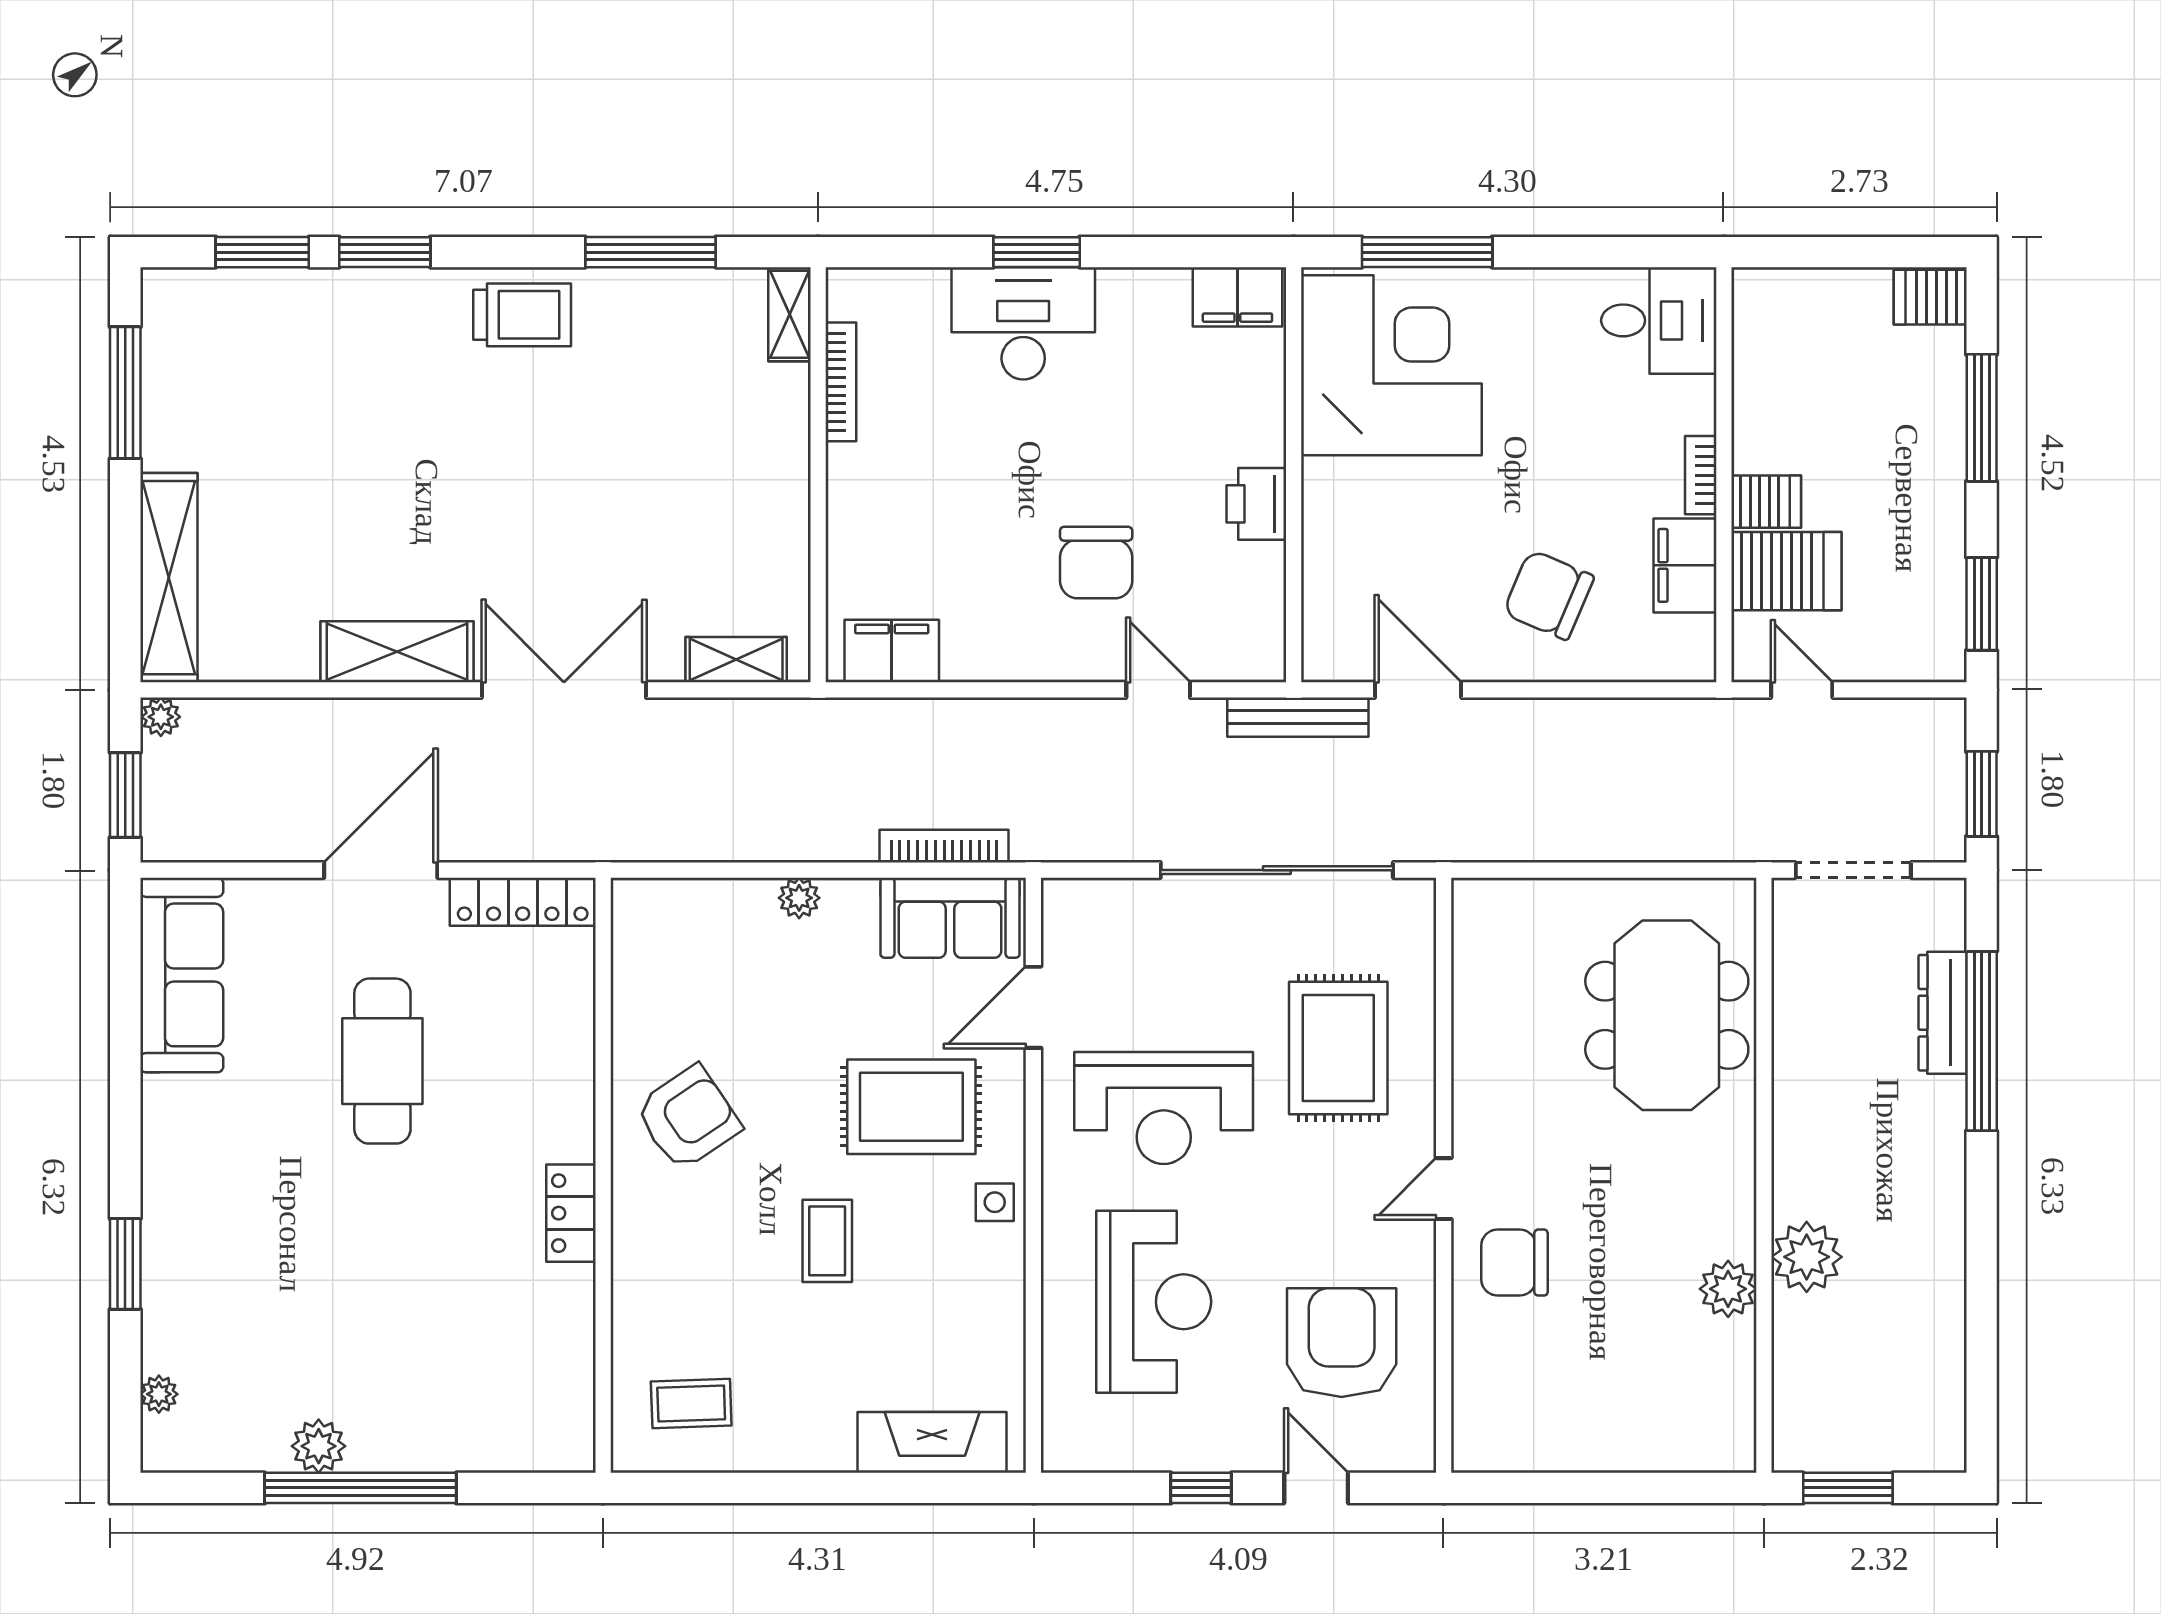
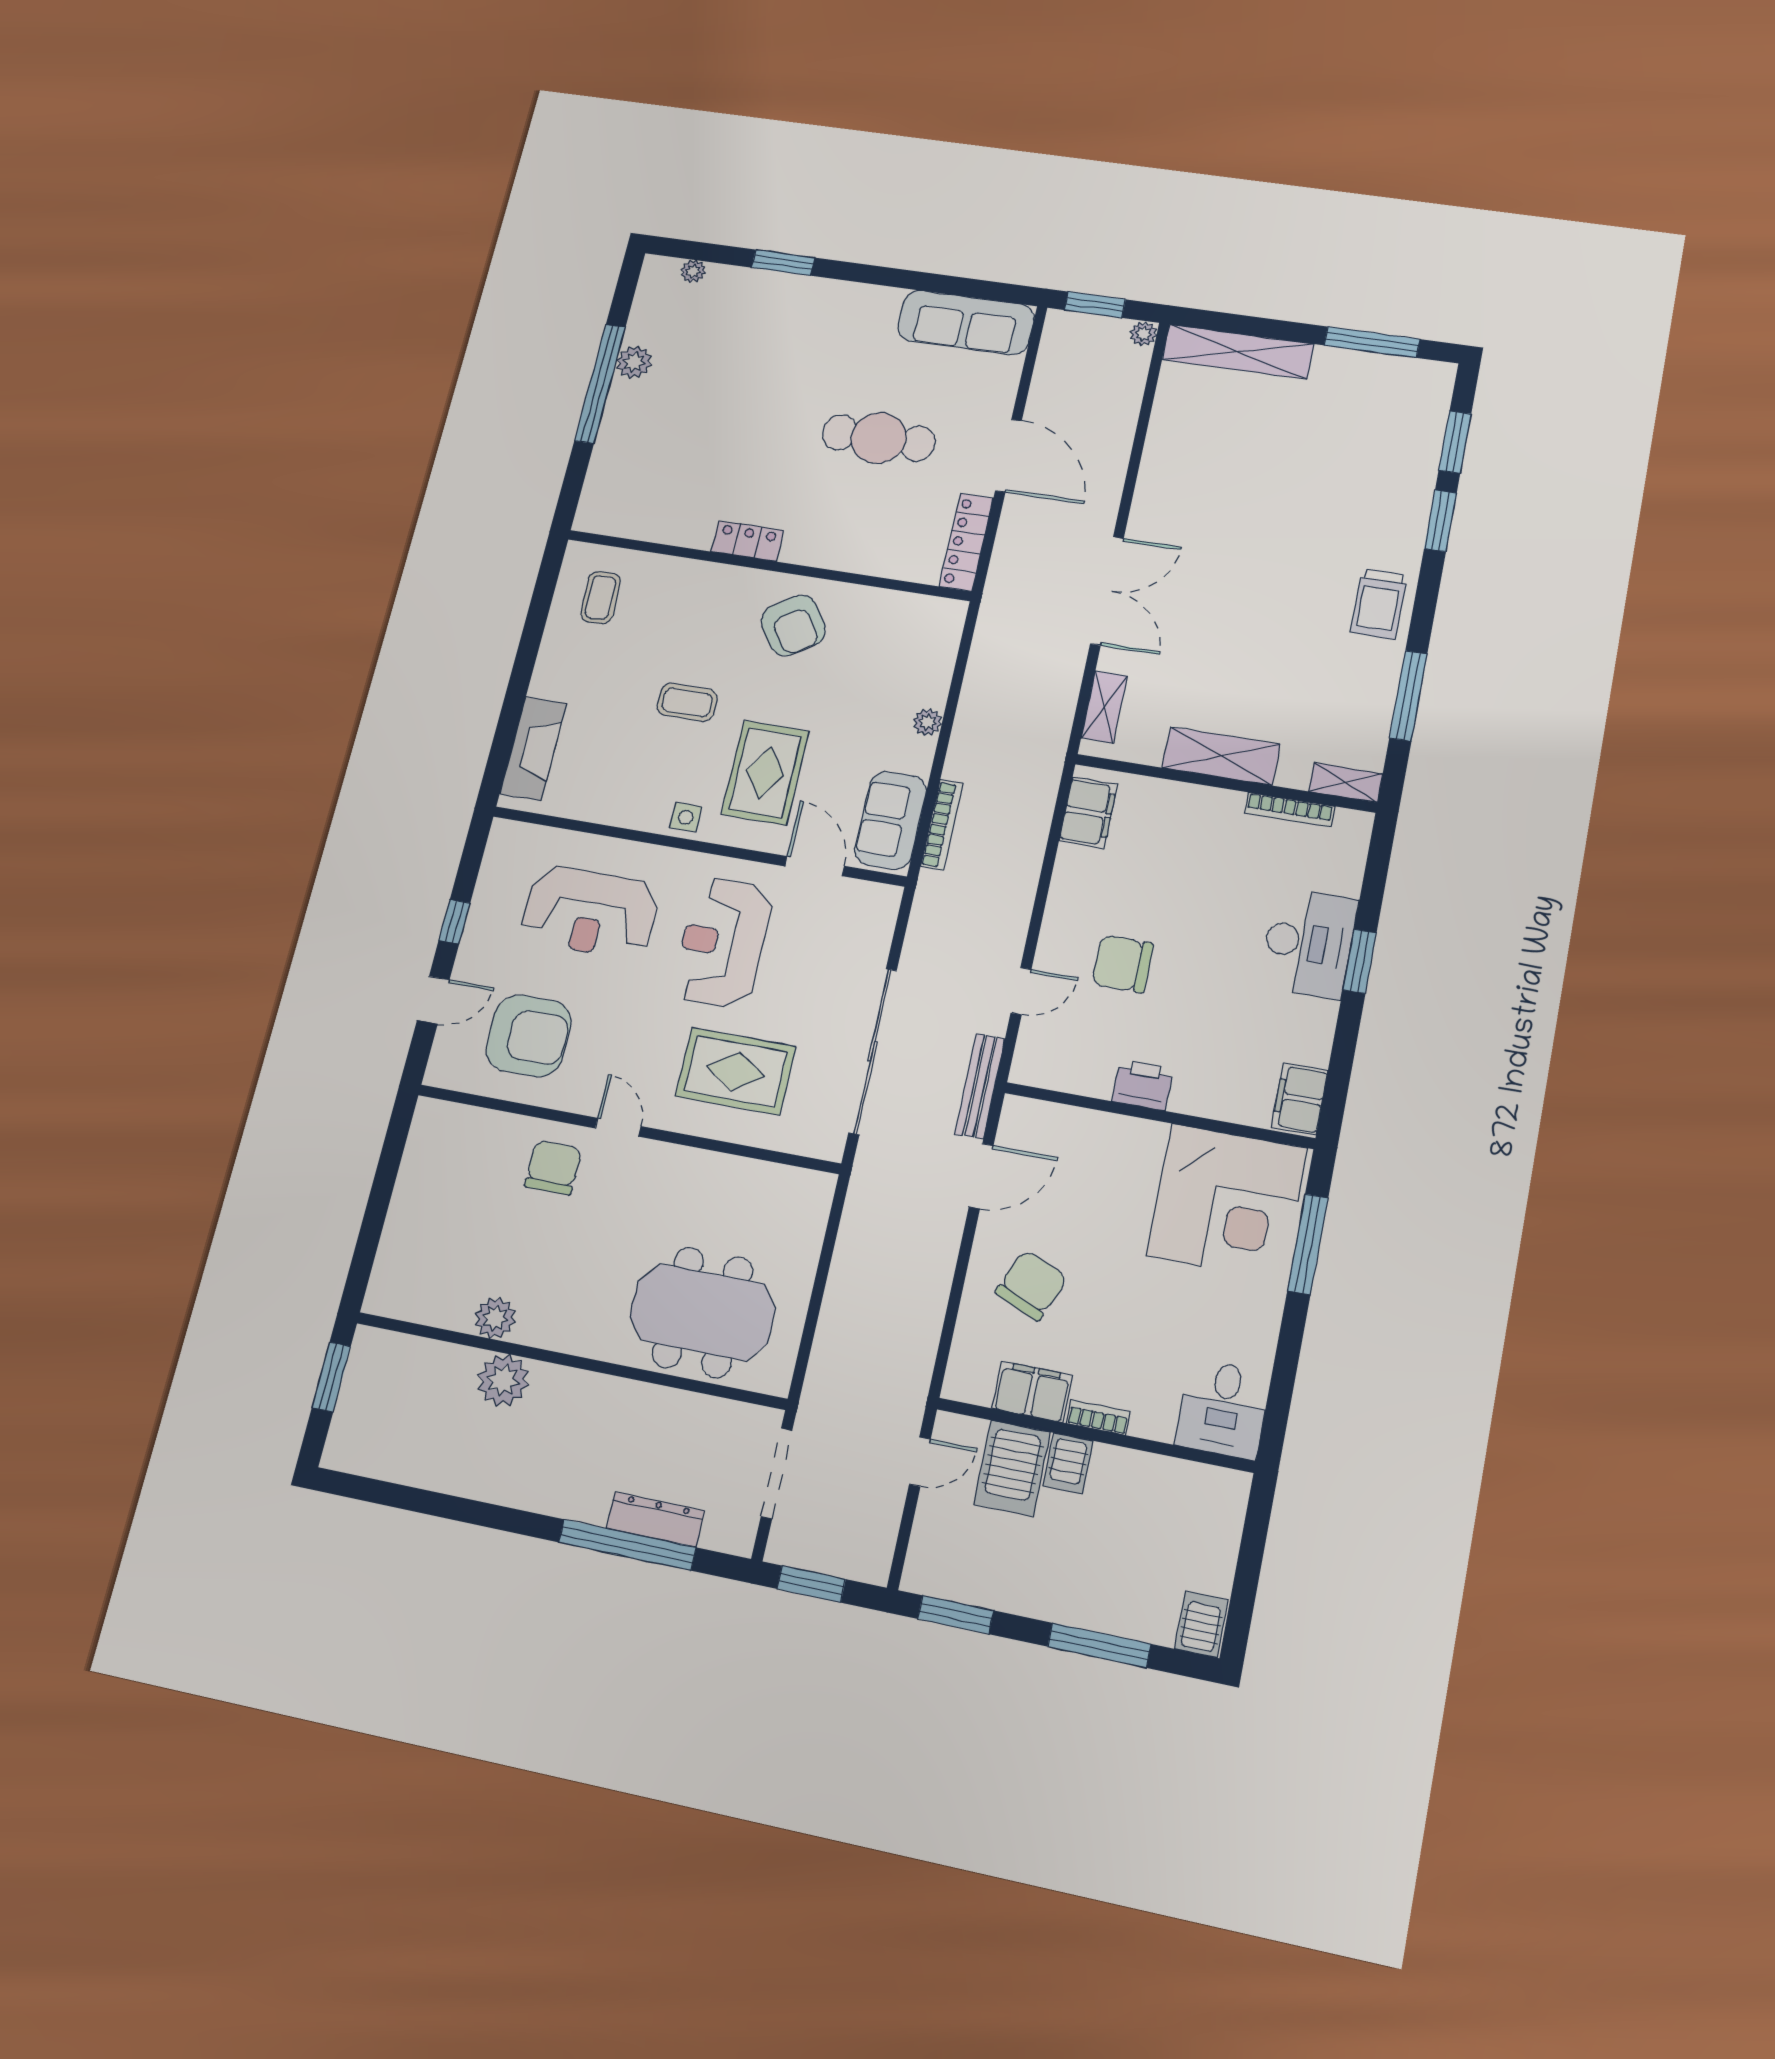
shelving: (397, 652) -> (1221, 756), moved, turned 90

